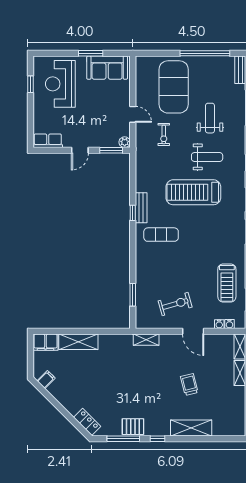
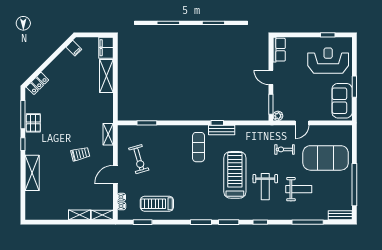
trolley: (189, 384) -> (80, 154), moved

